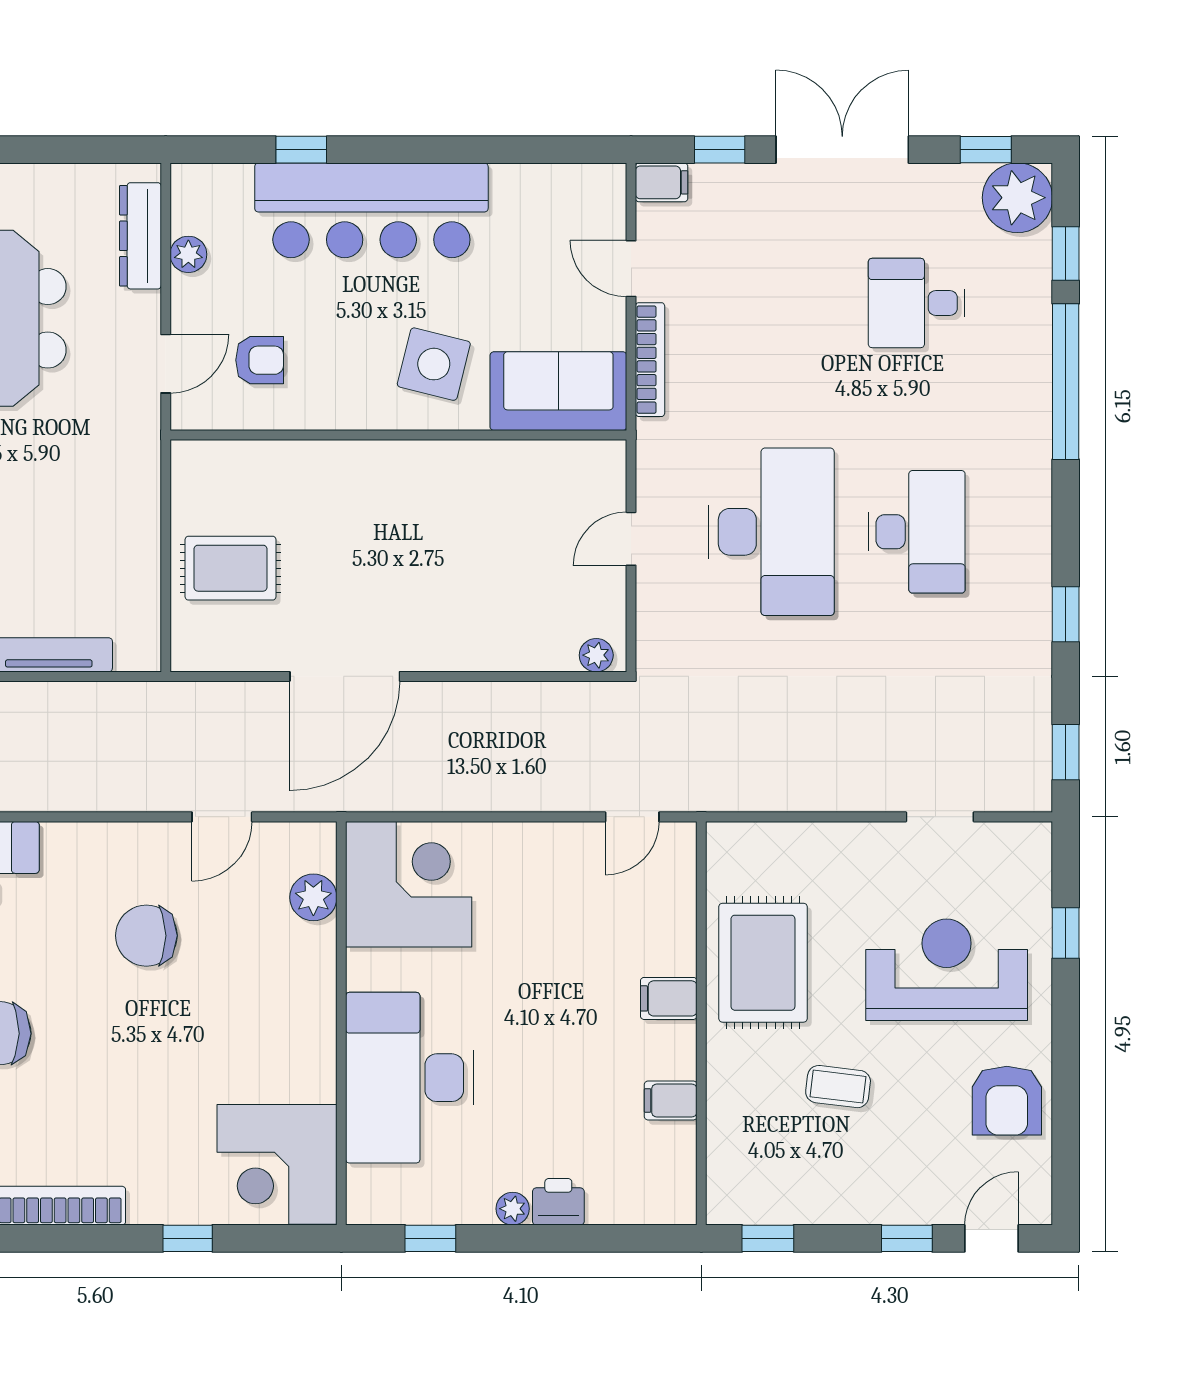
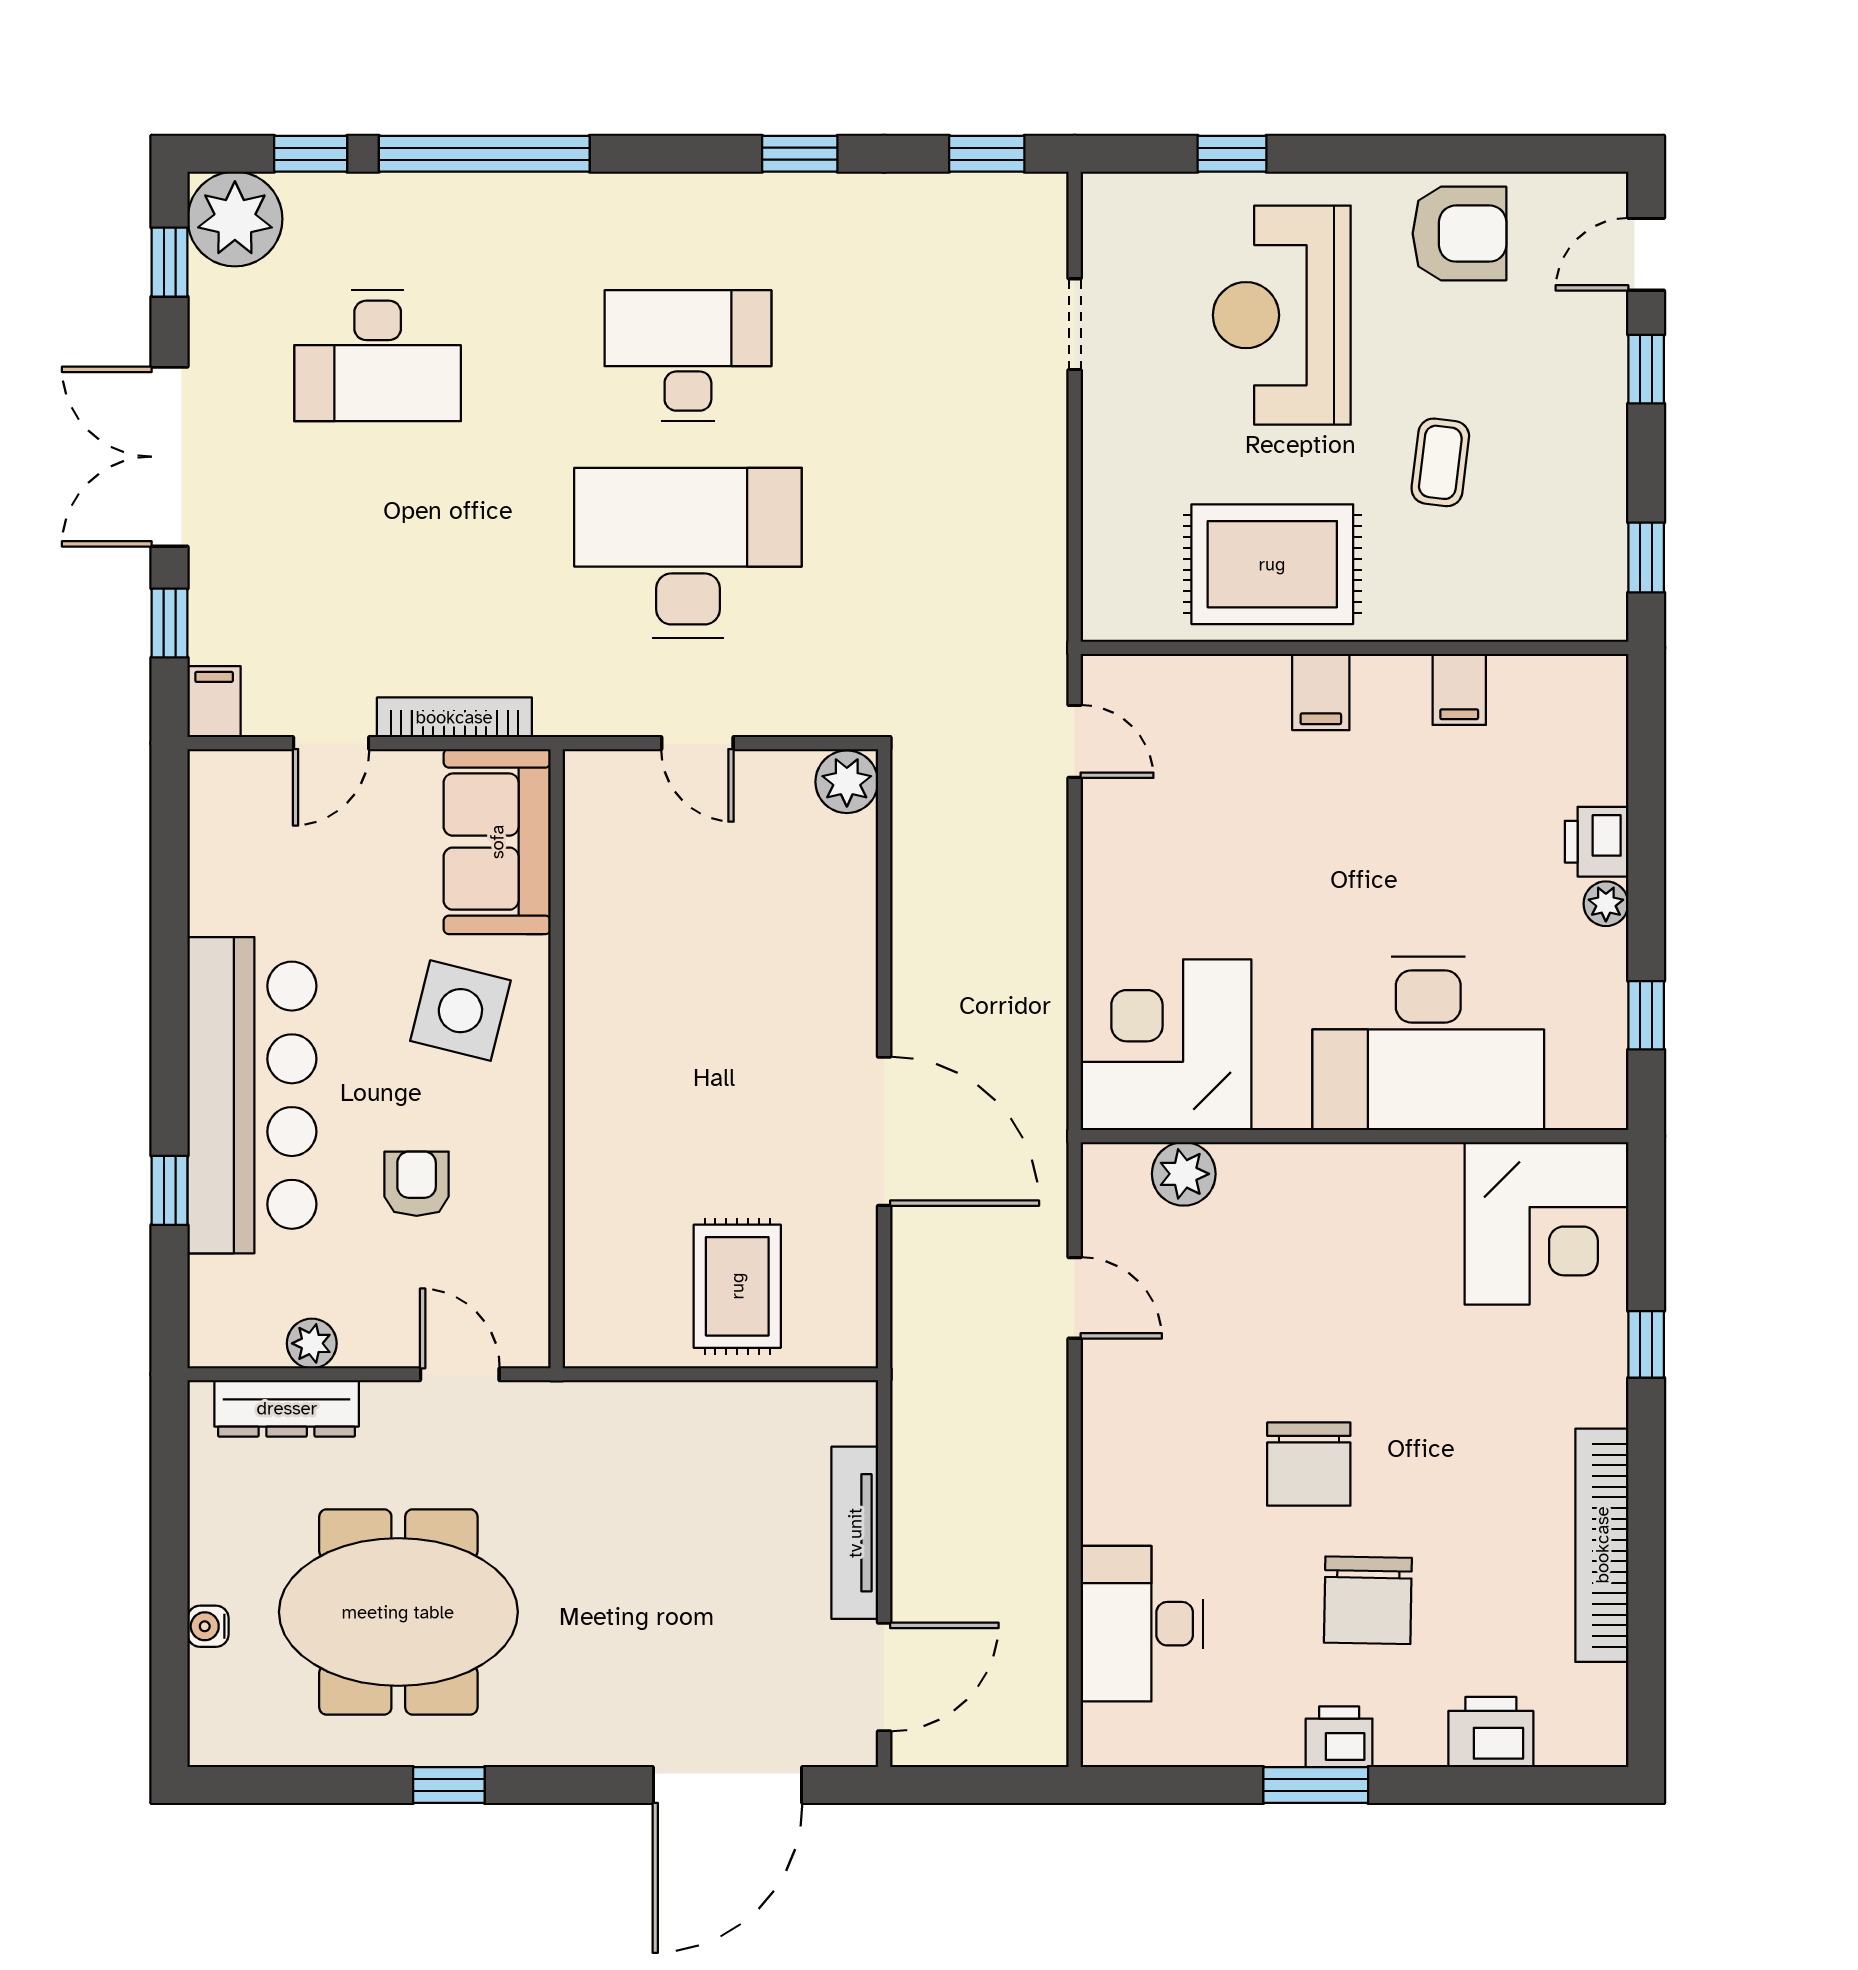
desk: (917, 303) -> (378, 356), width x1.37
armchair: (260, 360) -> (417, 1184), moved
plant: (596, 655) -> (847, 782), width x1.38, depth x1.38
chair: (146, 936) -> (1309, 1464), moved
door: (991, 1238) -> (1646, 254), hinge flipped

